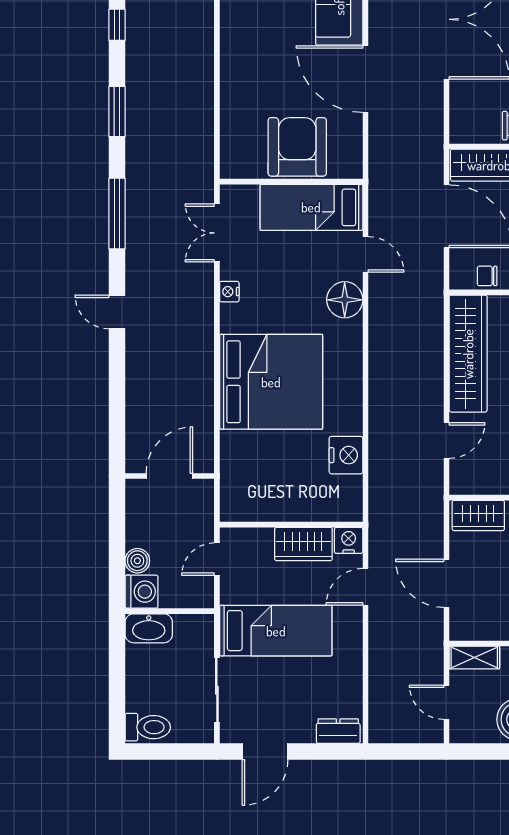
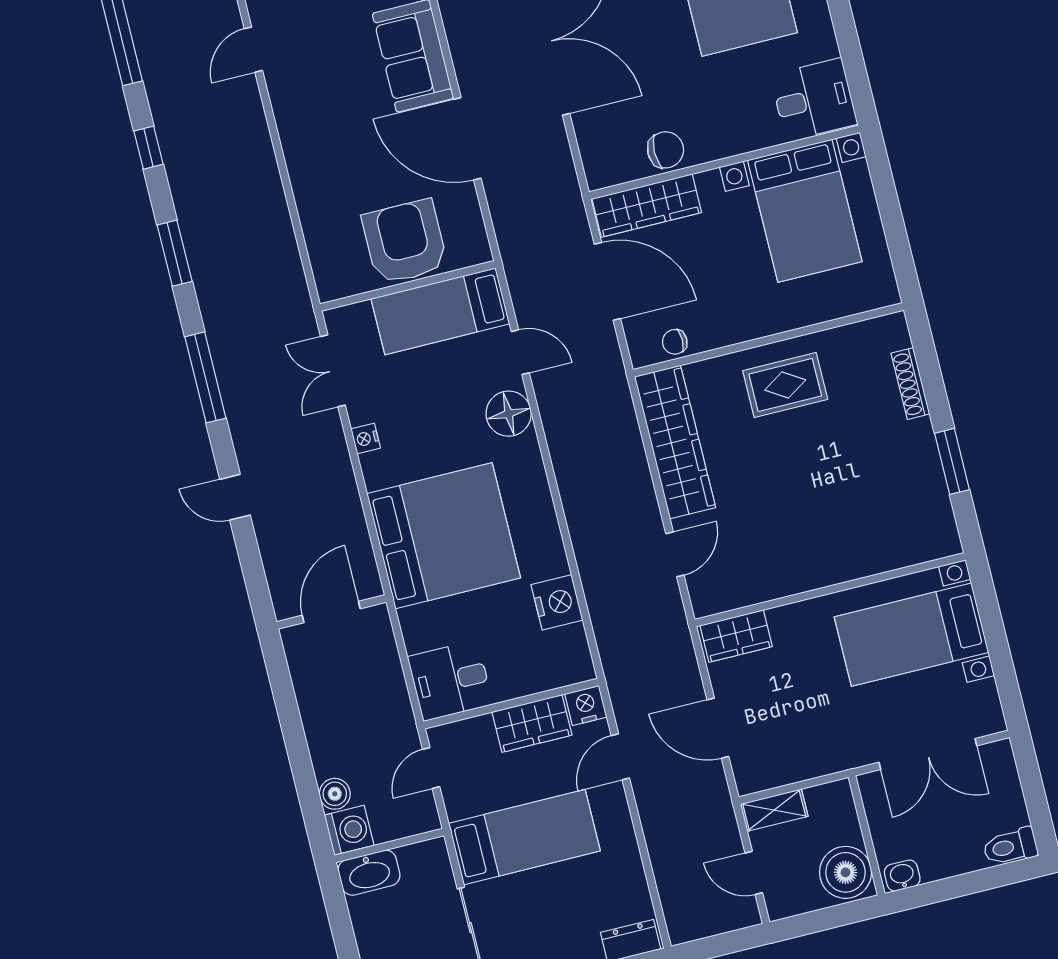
door: (169, 476) -> (331, 612), moved
wall: (170, 476) -> (331, 612), moved
desk: (248, 495) -> (450, 681), added

